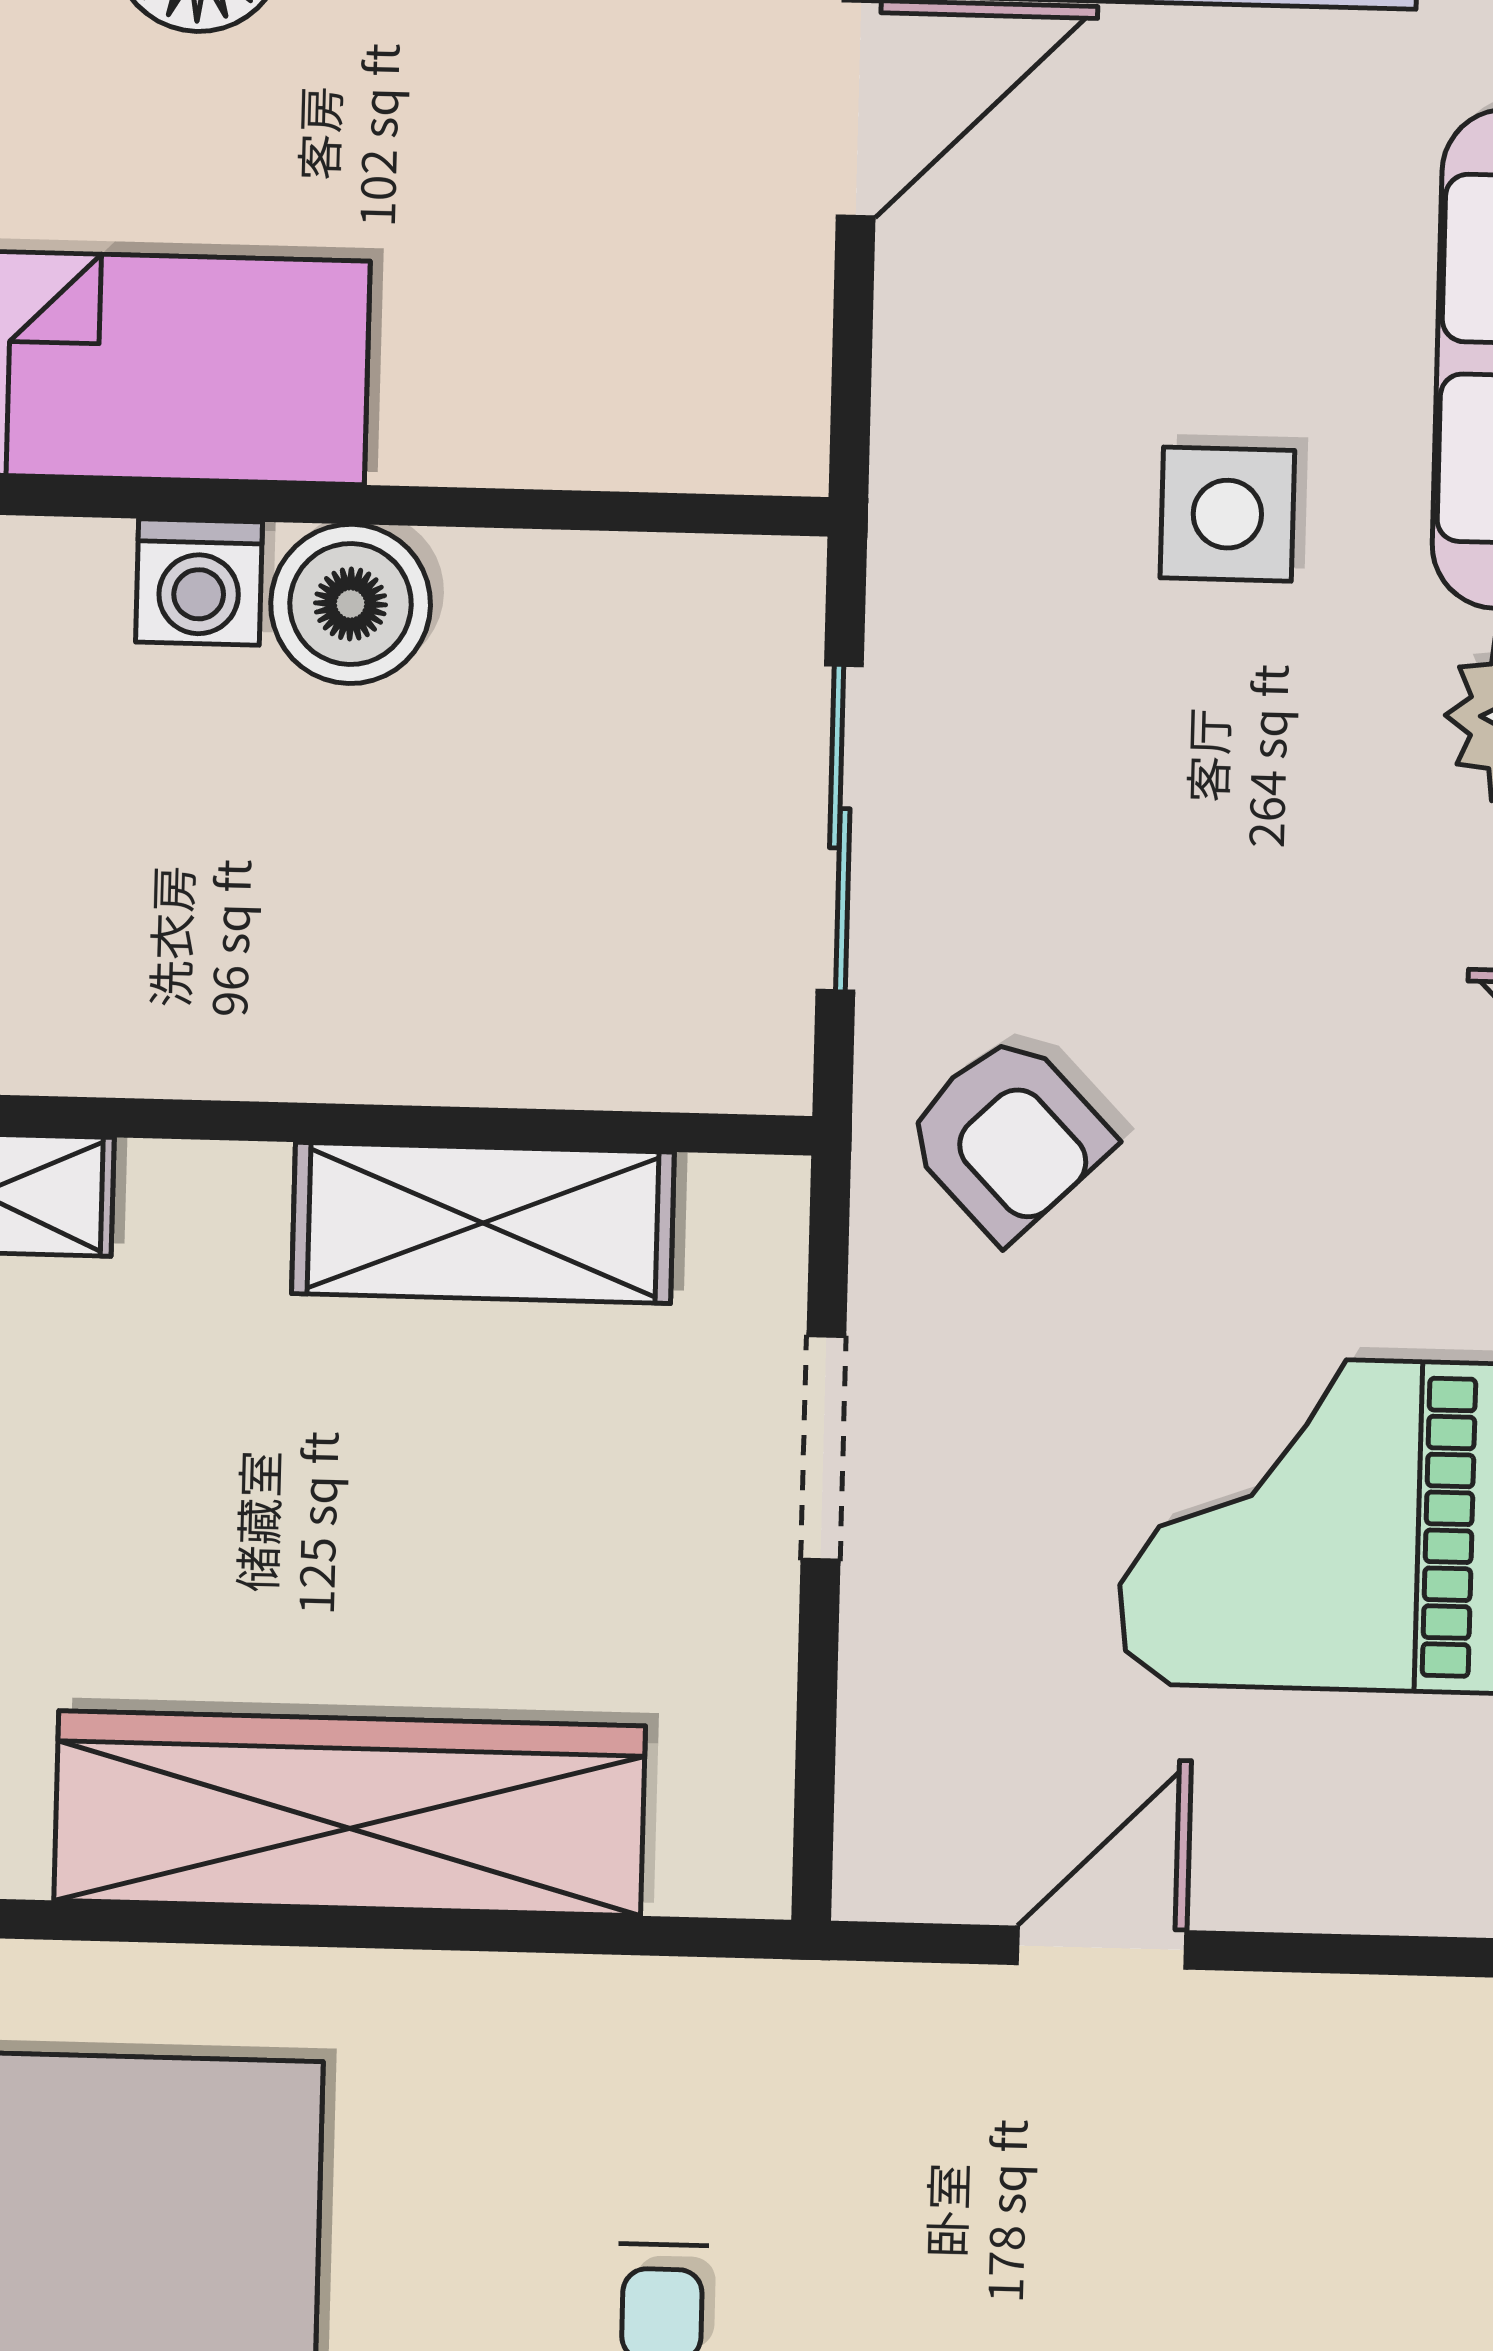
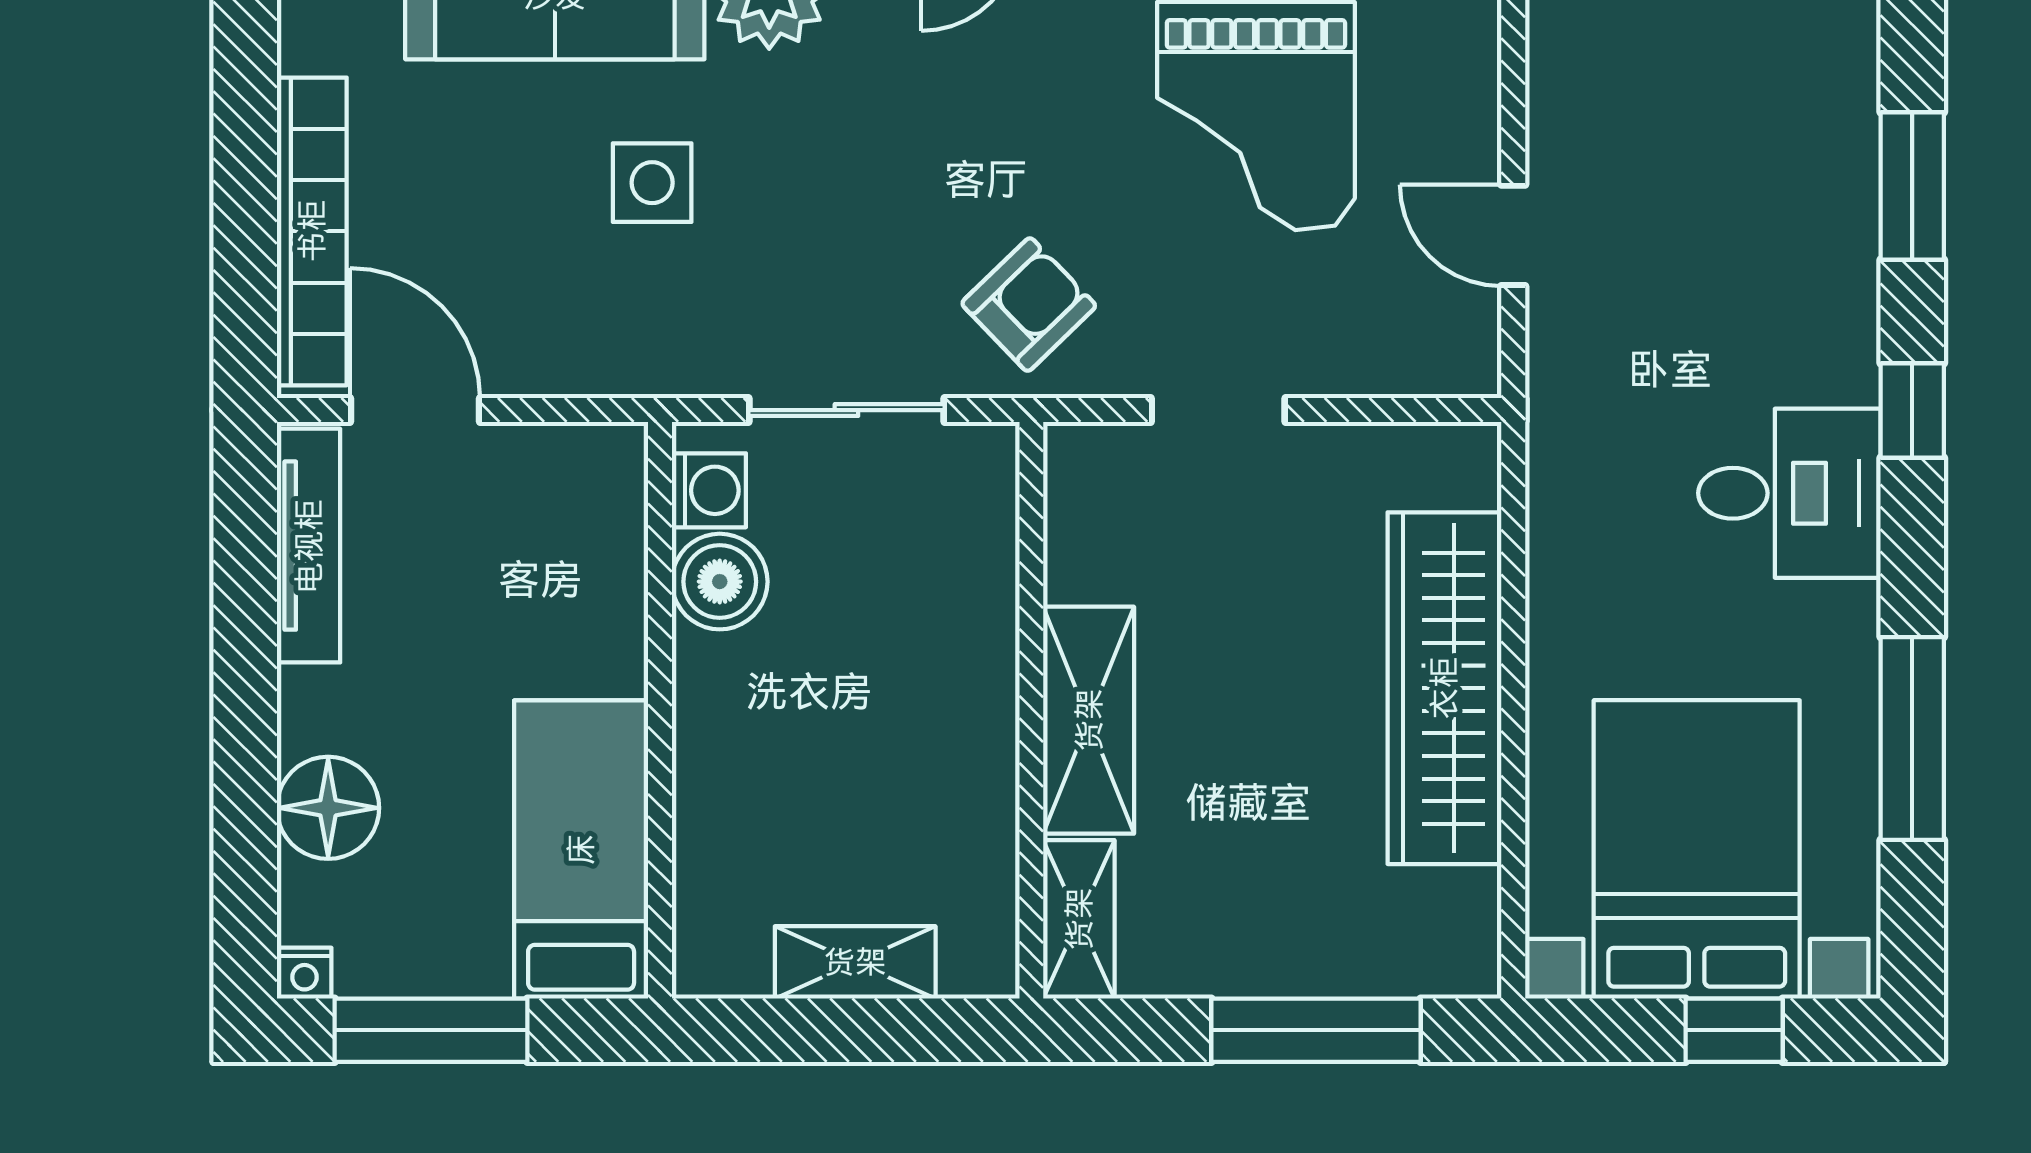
washing machine: (199, 582) -> (709, 490), moved
boiler: (351, 604) -> (720, 582), moved
shelving: (483, 1223) -> (1089, 720), moved

